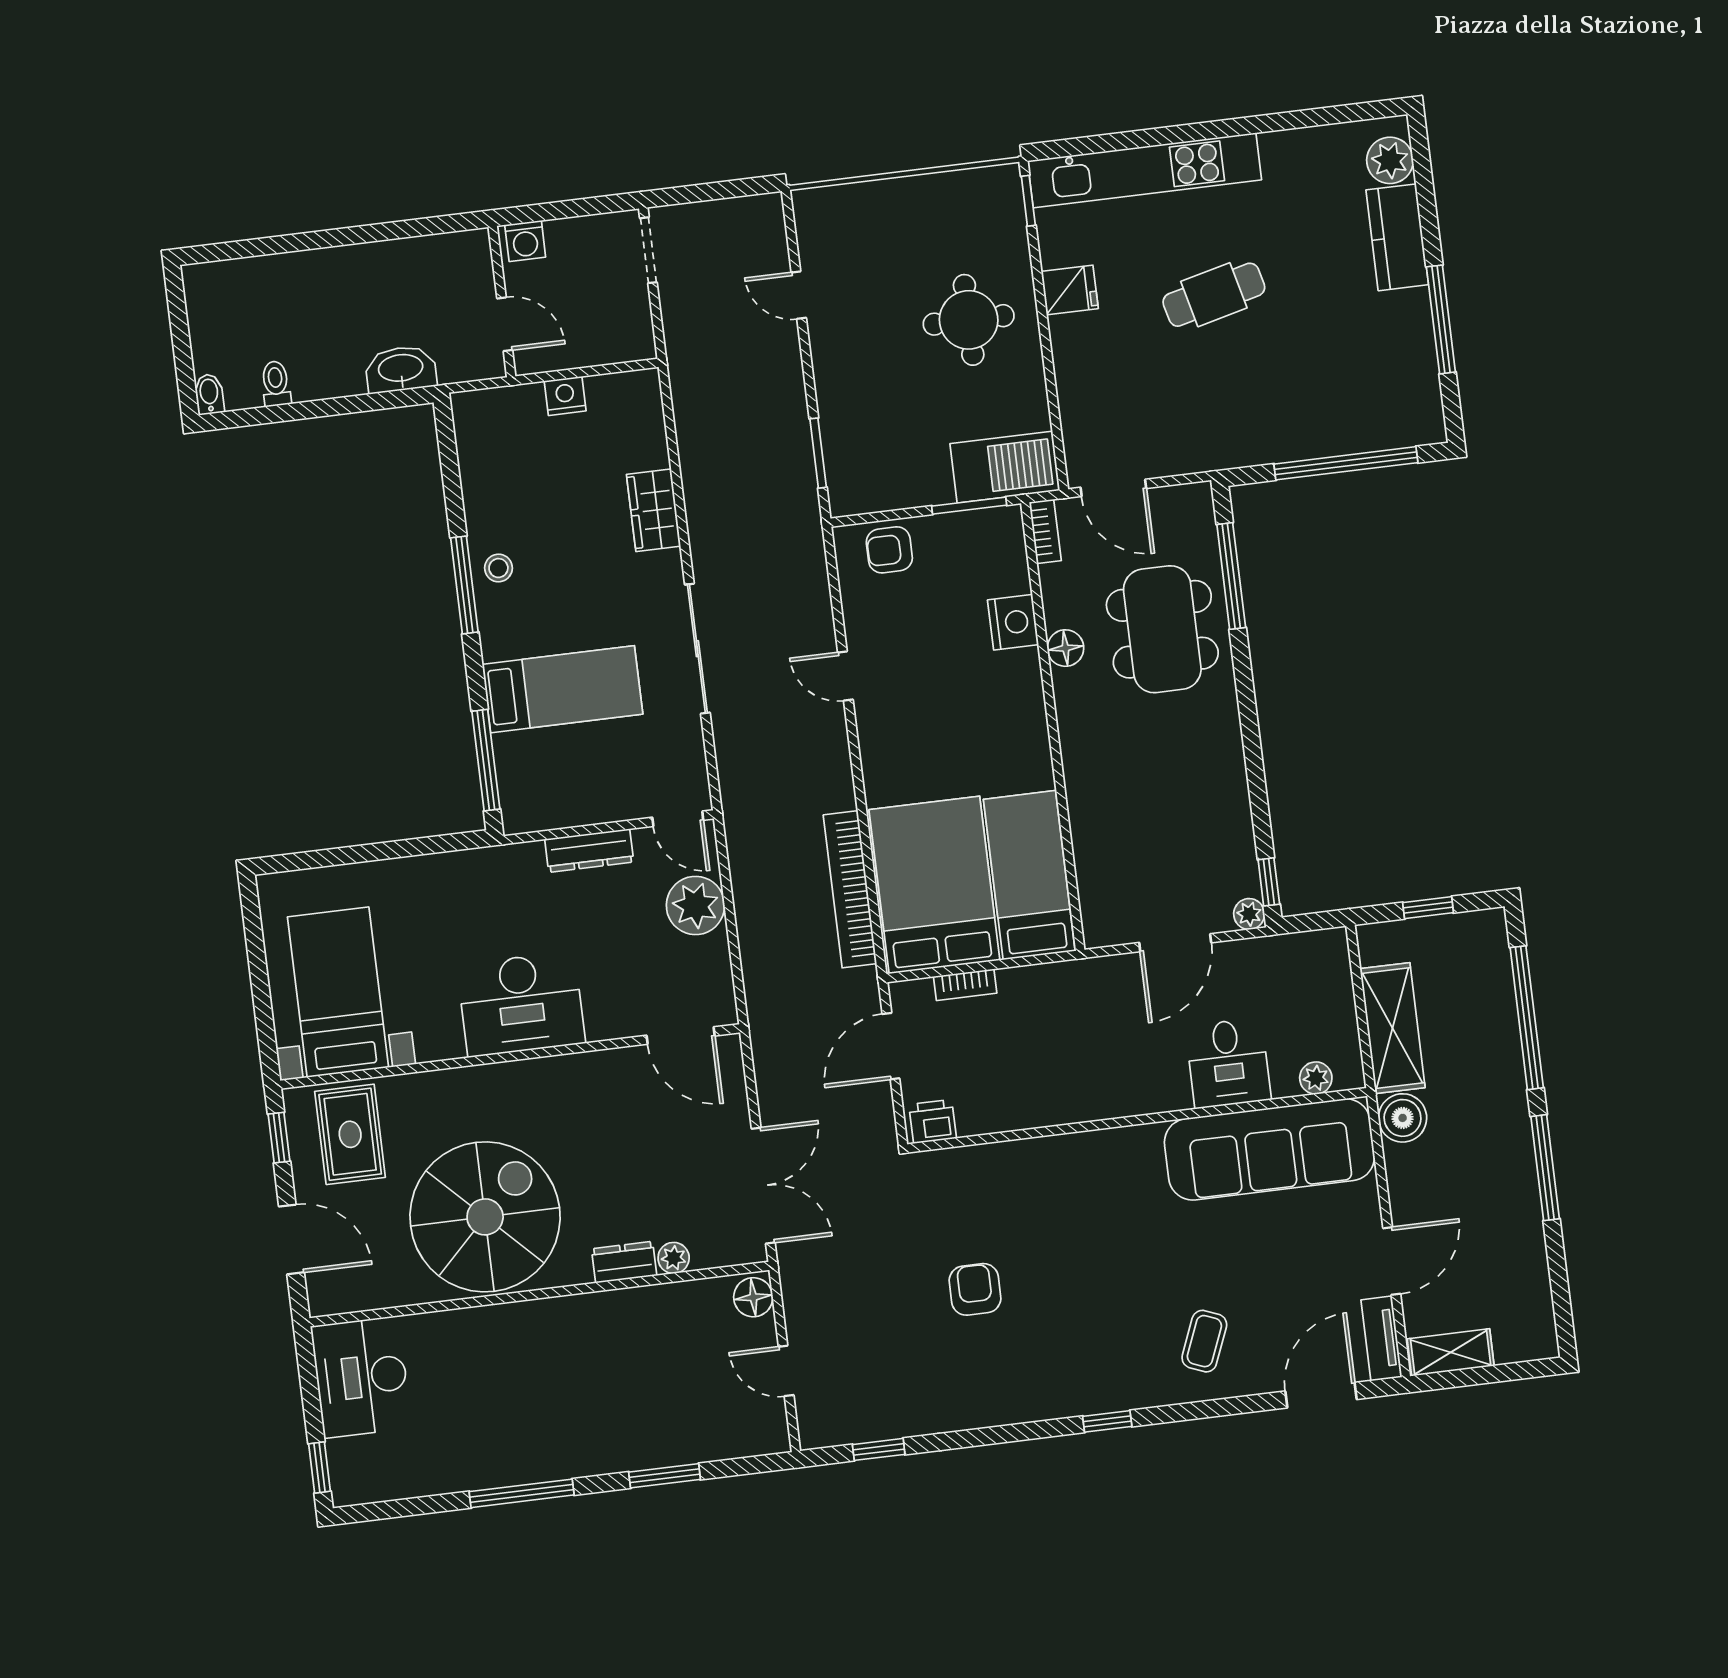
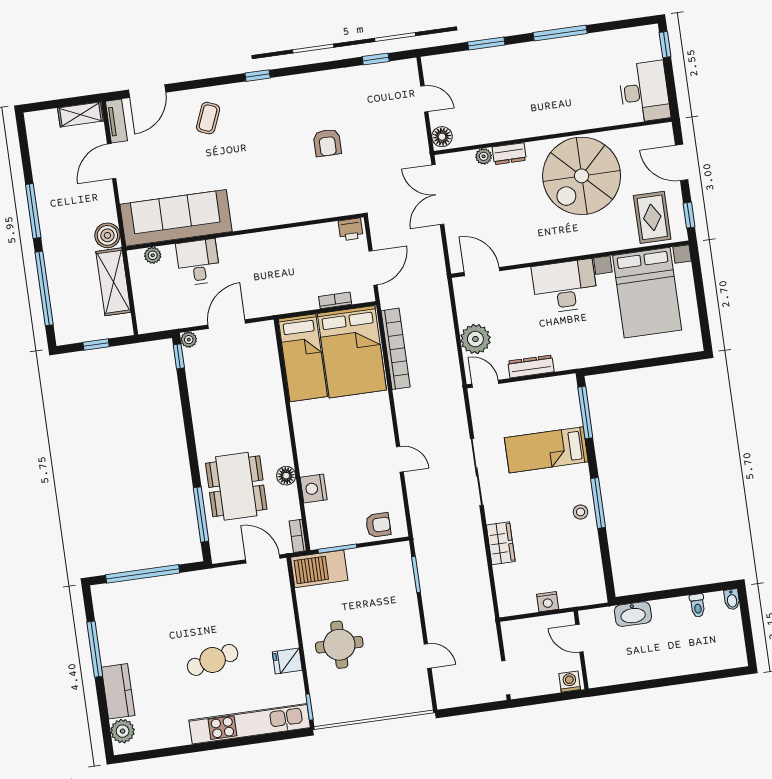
bed with nightstands: (338, 992) -> (647, 293), width x1.36

